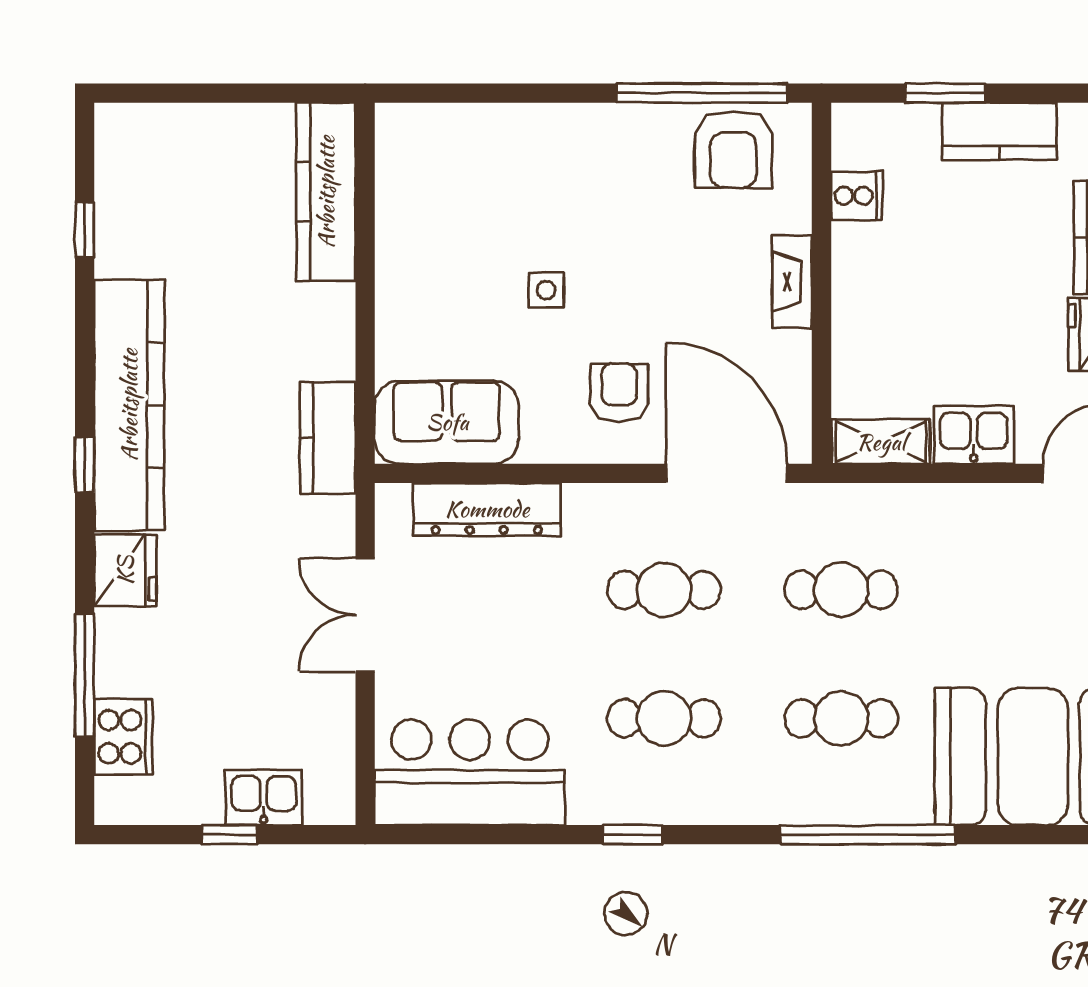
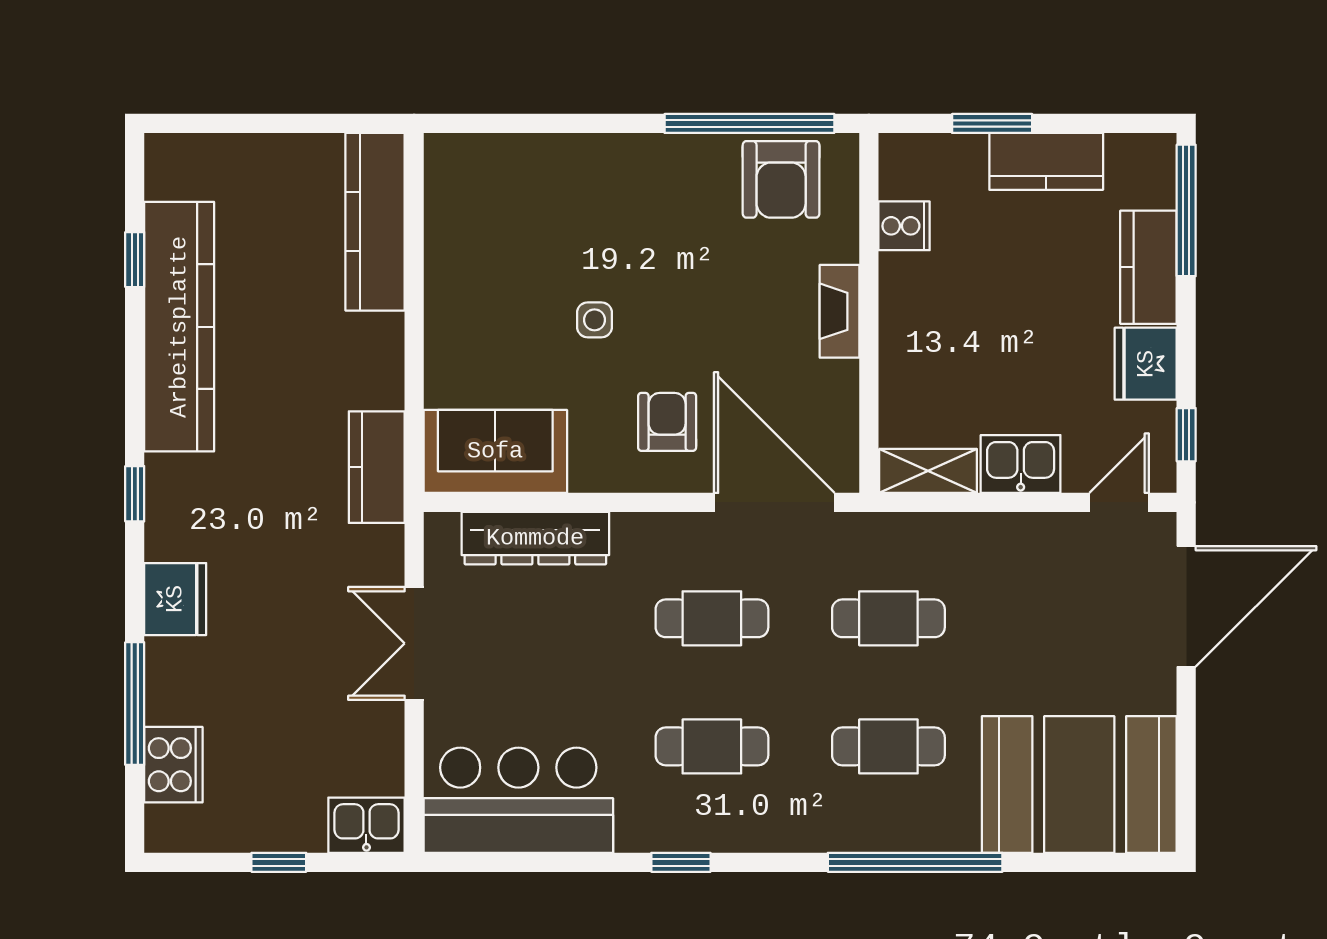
kitchen counter: (129, 405) -> (179, 327), moved
kitchen sink: (264, 797) -> (366, 825), moved

